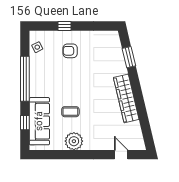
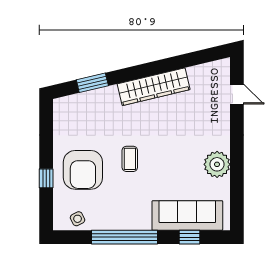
armchair: (70, 51) -> (83, 170), width x1.88, depth x1.88
coffee table: (70, 112) -> (130, 159), moved
door: (121, 155) -> (237, 94), swing flipped

